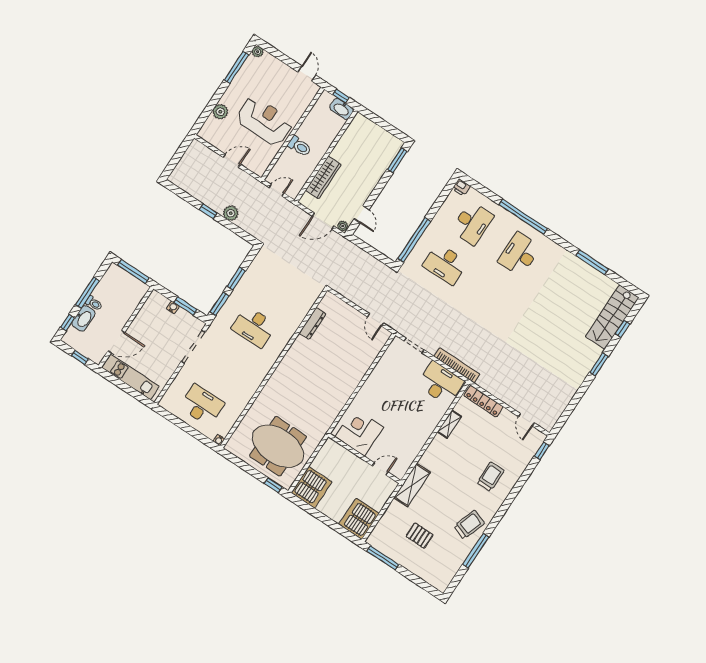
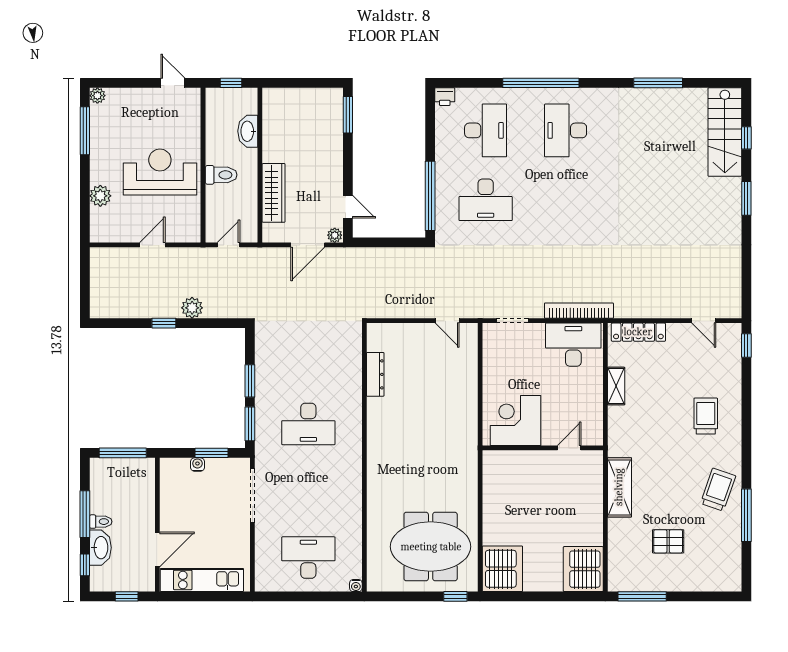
washbasin: (342, 109) -> (248, 131), moved, turned 90
corner desk: (359, 432) -> (516, 420), moved
wall: (365, 459) -> (543, 448), moved
door: (380, 469) -> (569, 448), moved

